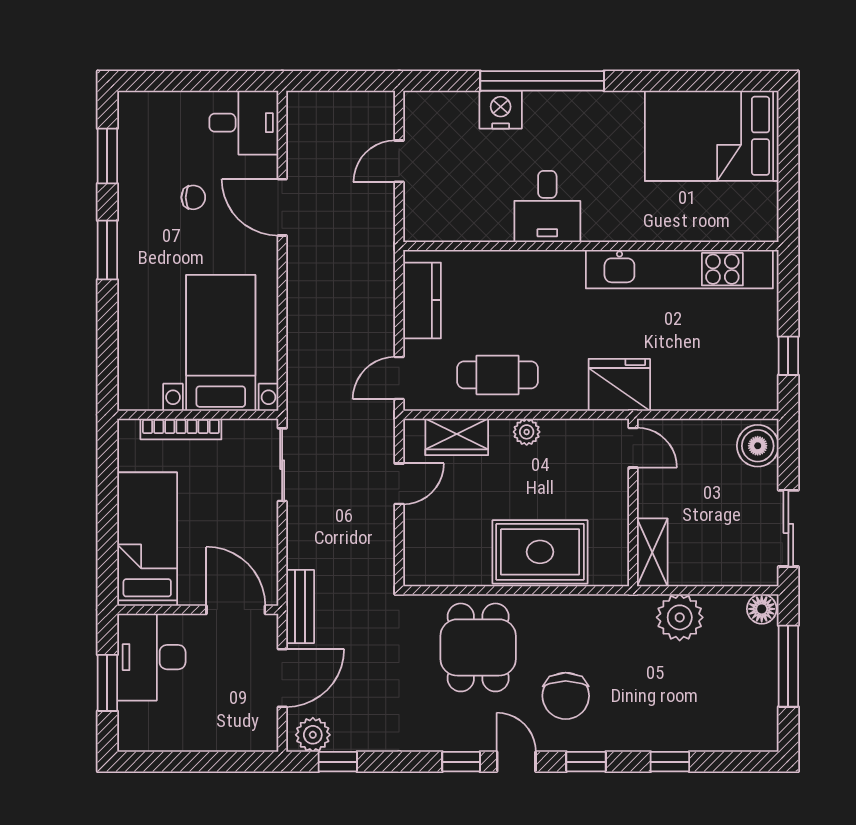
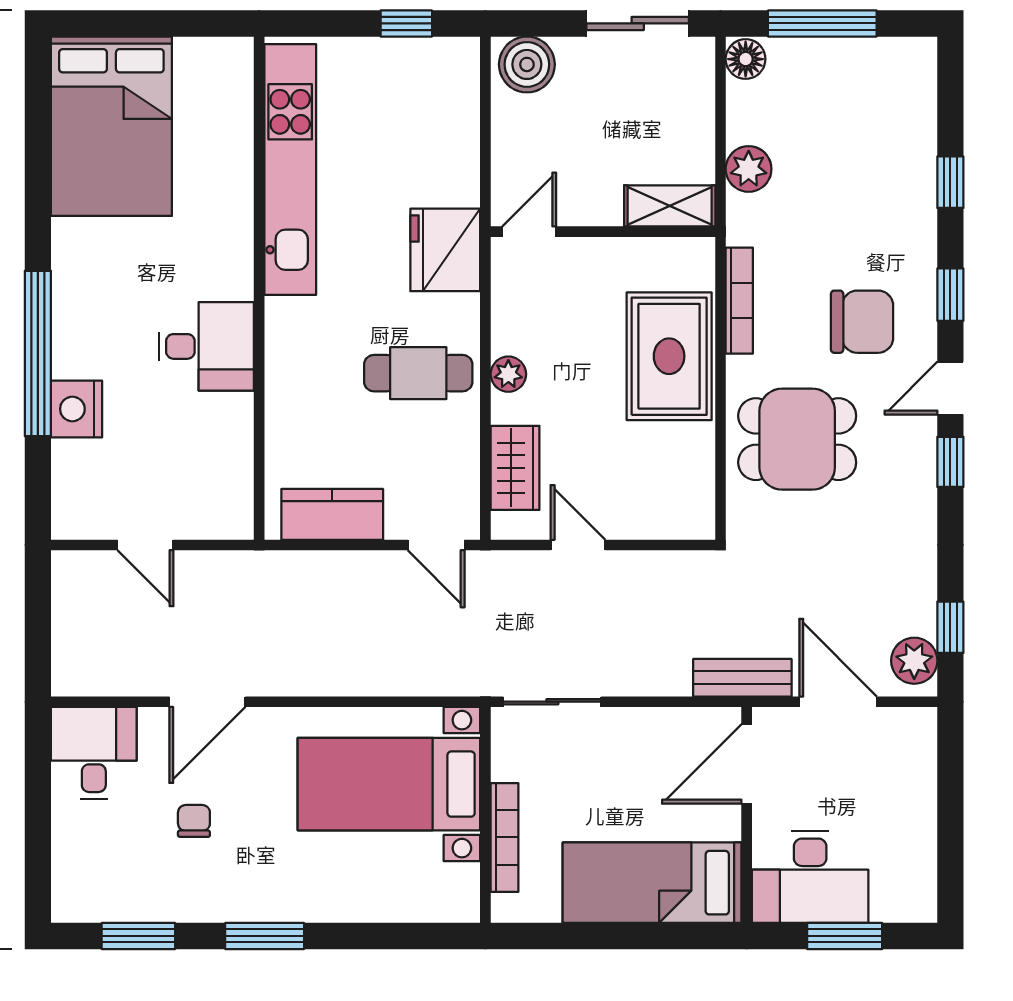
cafe table: (497, 375) -> (418, 373), moved, turned 90
bookcase: (581, 604) -> (739, 301), added
plant: (680, 617) -> (749, 169), width x0.73, depth x0.73

